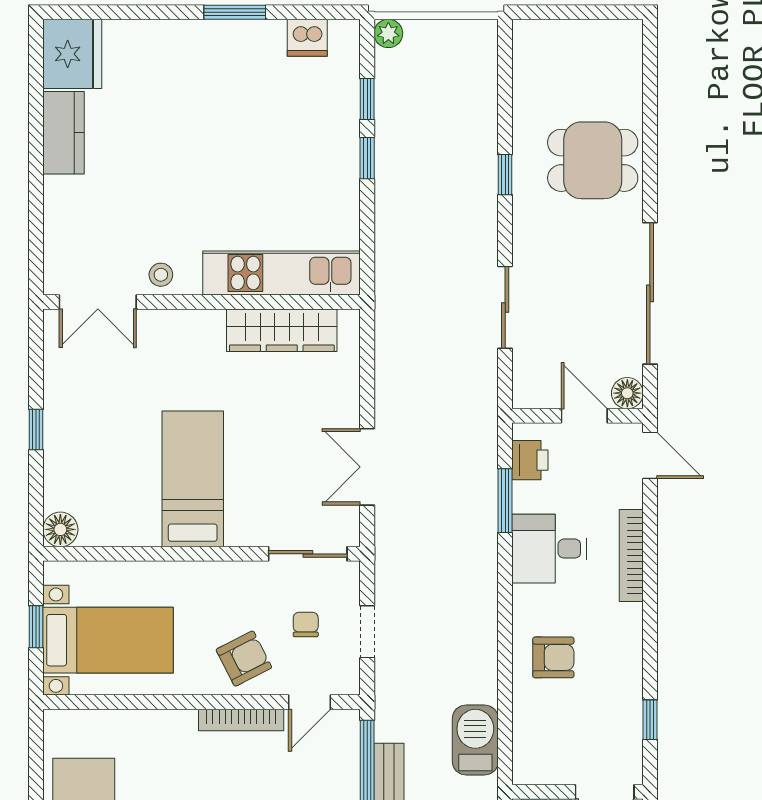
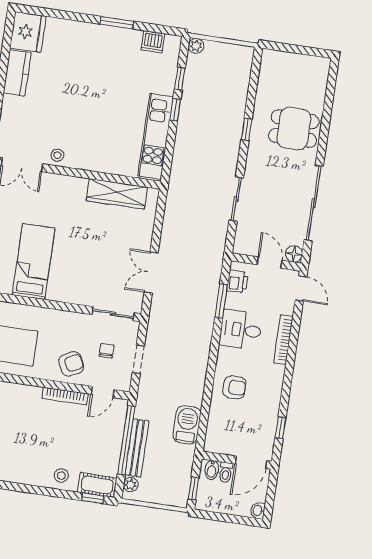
kitchen unit: (282, 273) -> (156, 136), moved, turned -90
bed: (193, 479) -> (34, 262), moved

